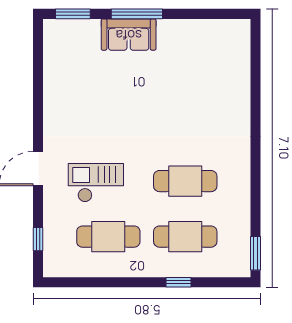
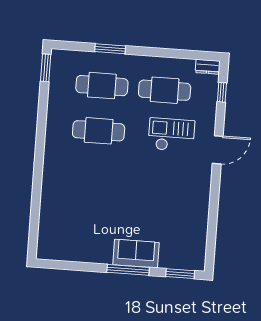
checkout: (96, 183) -> (171, 135), turned 180
dresser: (58, 269) -> (208, 67), added
window: (178, 282) -> (110, 49), width x1.50

